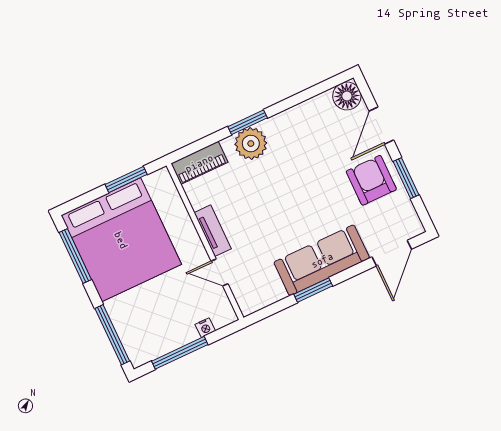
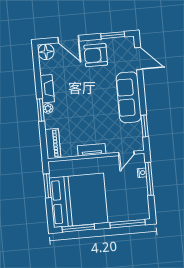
fireplace: (287, 120) -> (47, 89), added
plant: (251, 144) -> (48, 108), width x0.53, depth x0.53
window: (406, 178) -> (113, 35), moved
door: (220, 272) -> (126, 153), moved
window: (313, 290) -> (145, 126), moved
window: (180, 353) -> (149, 179), moved

